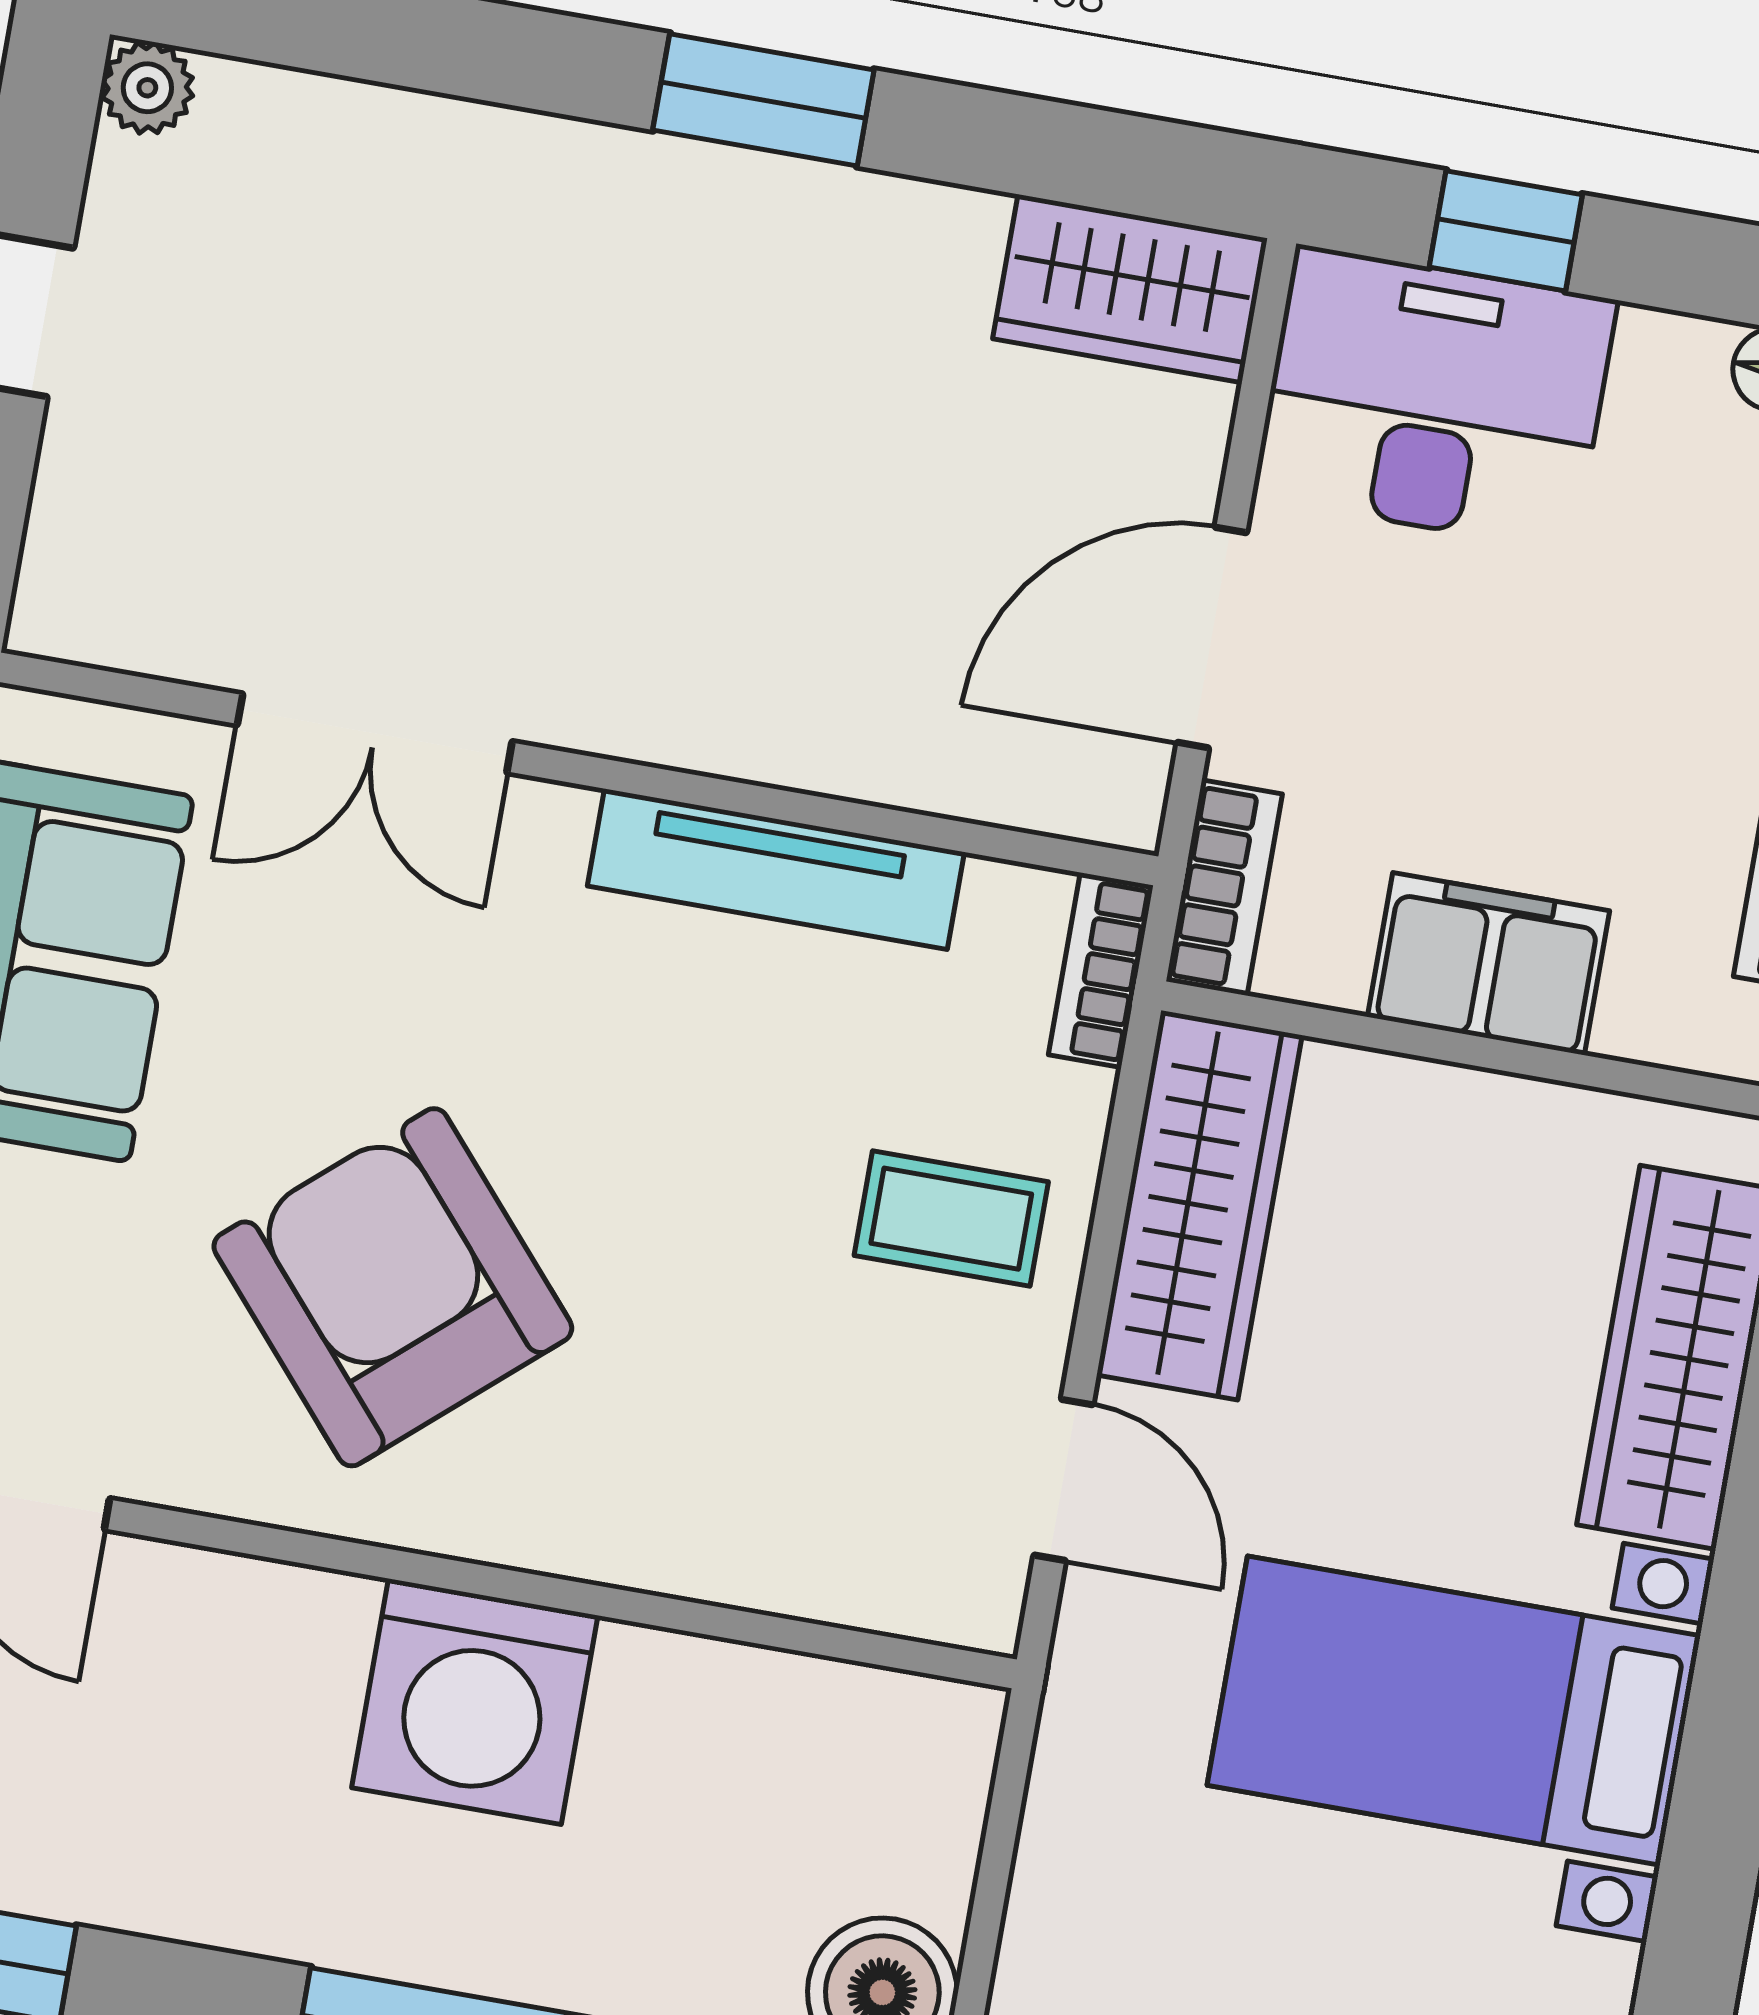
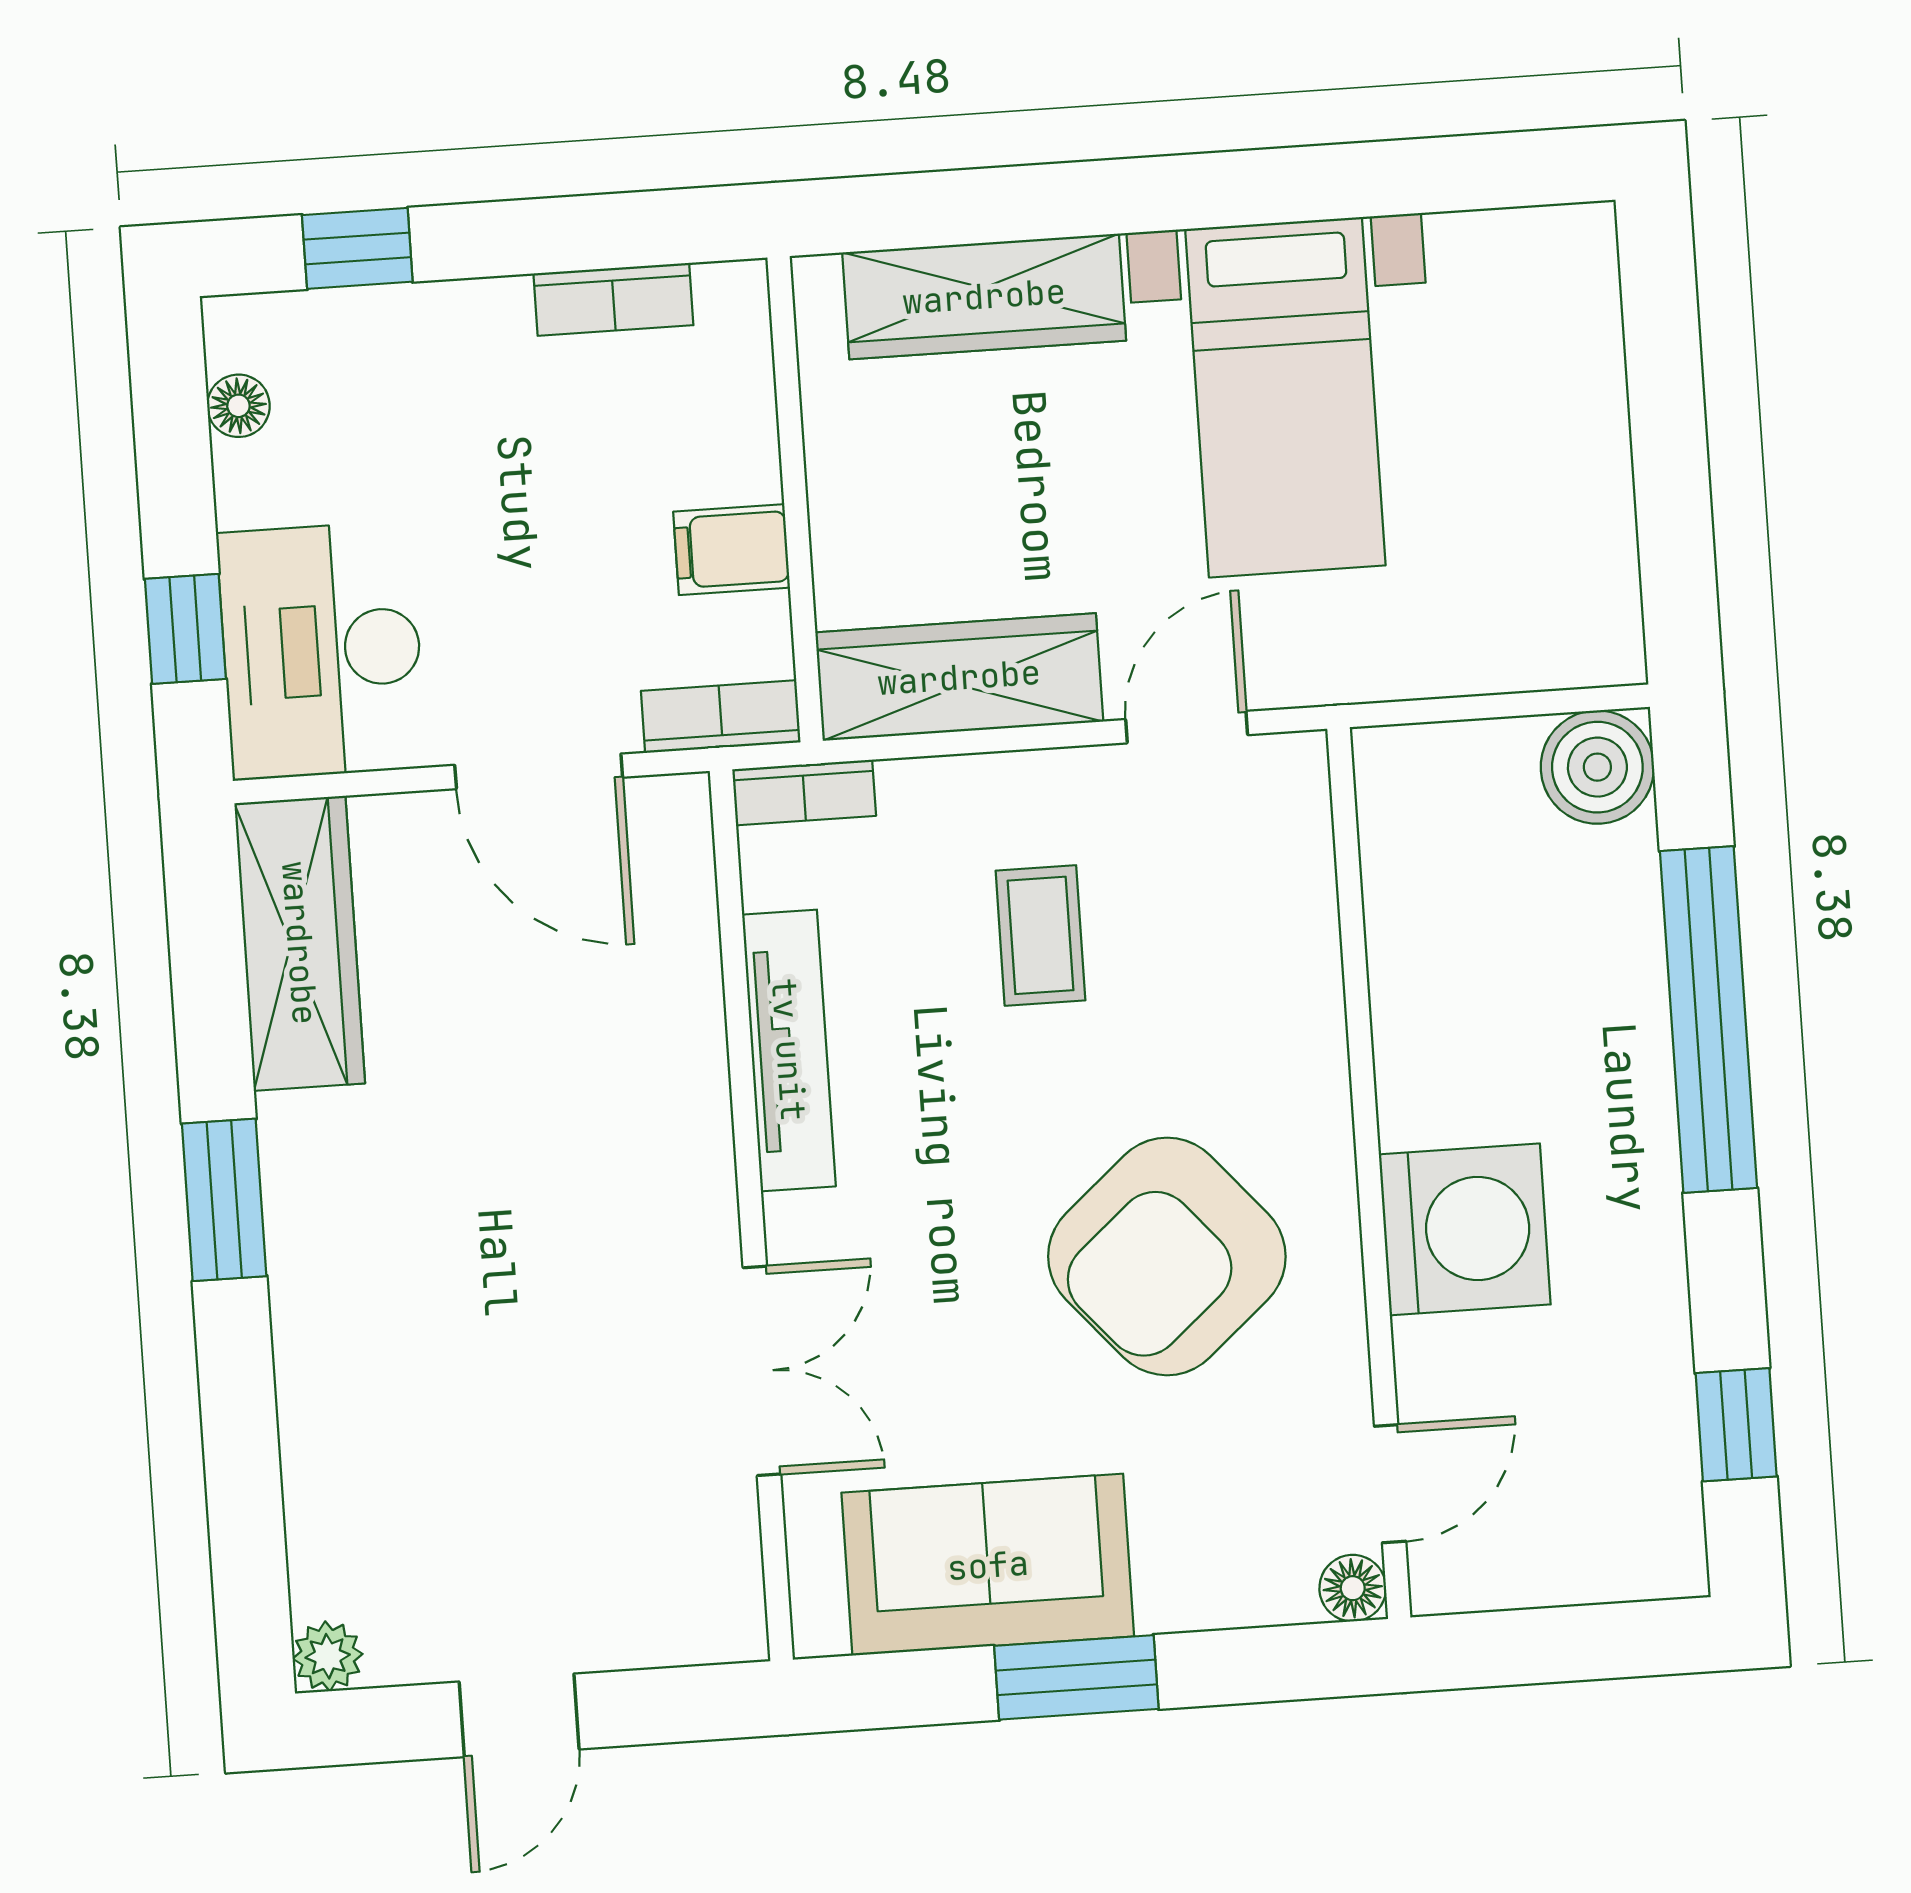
wardrobe: (1130, 289) -> (300, 943), width x1.50
filing cabinet: (1488, 964) -> (732, 550), width x0.50
coffee table: (951, 1219) -> (1040, 935), moved
washing machine: (475, 1702) -> (1465, 1229), moved

